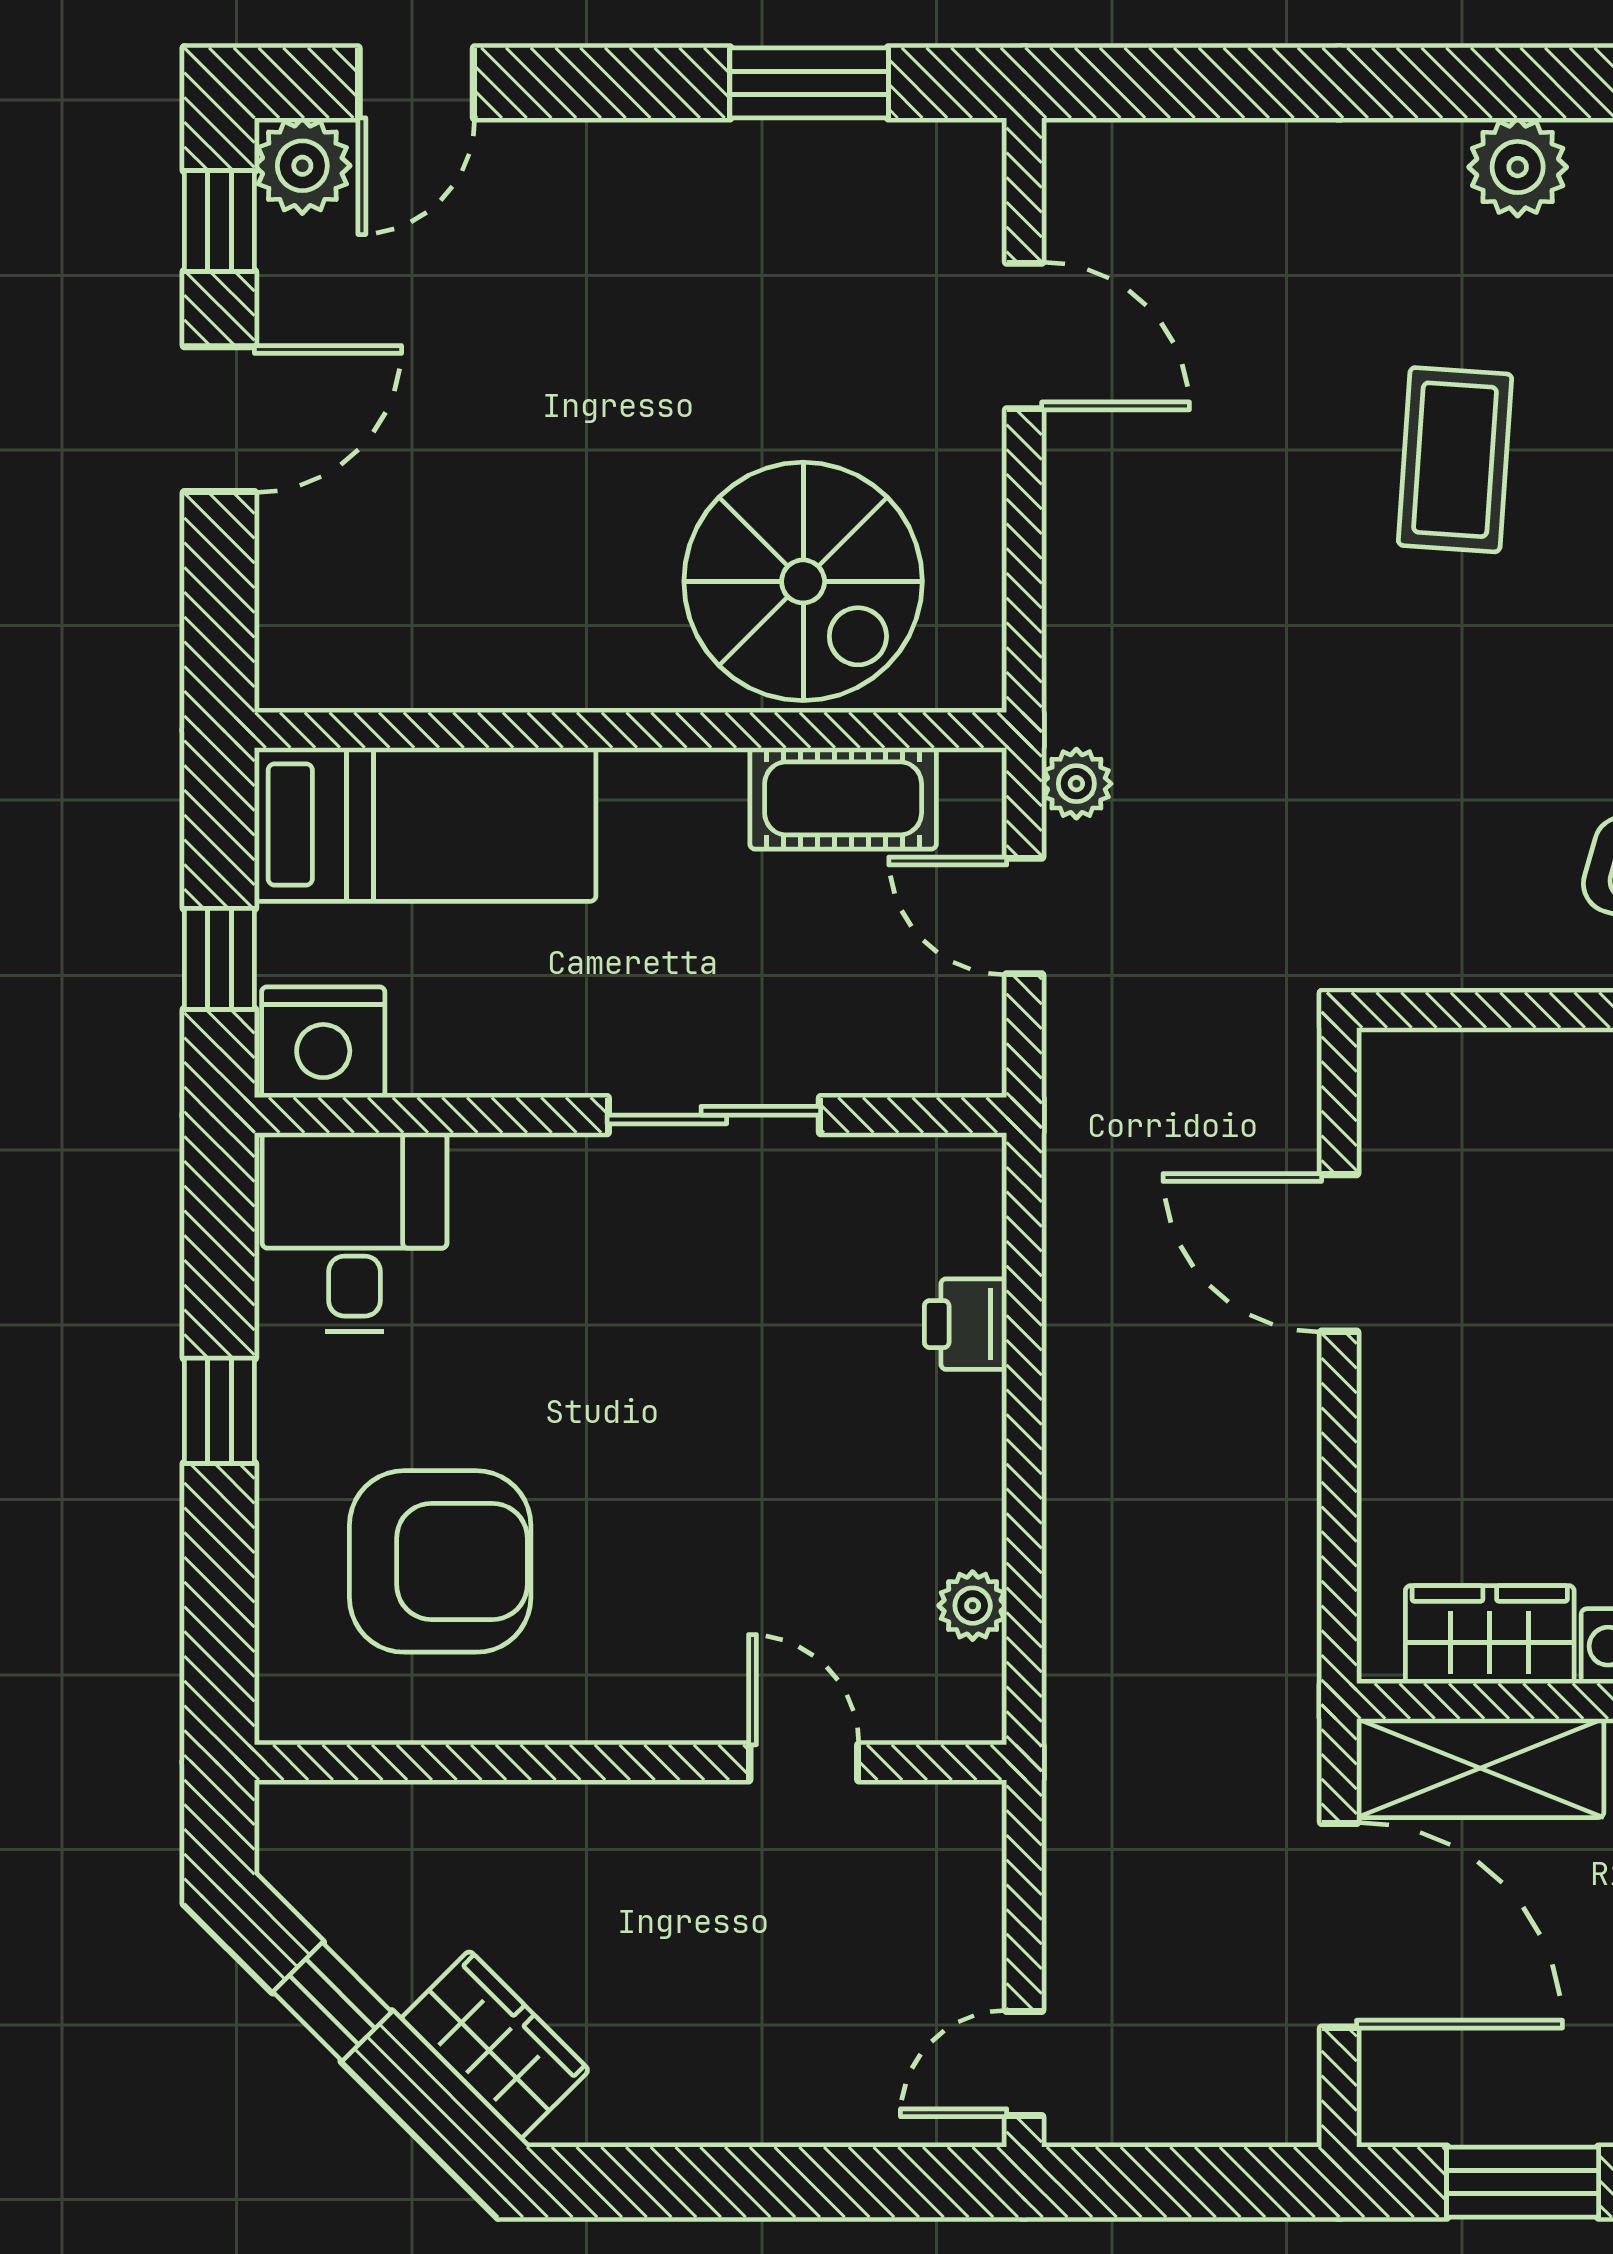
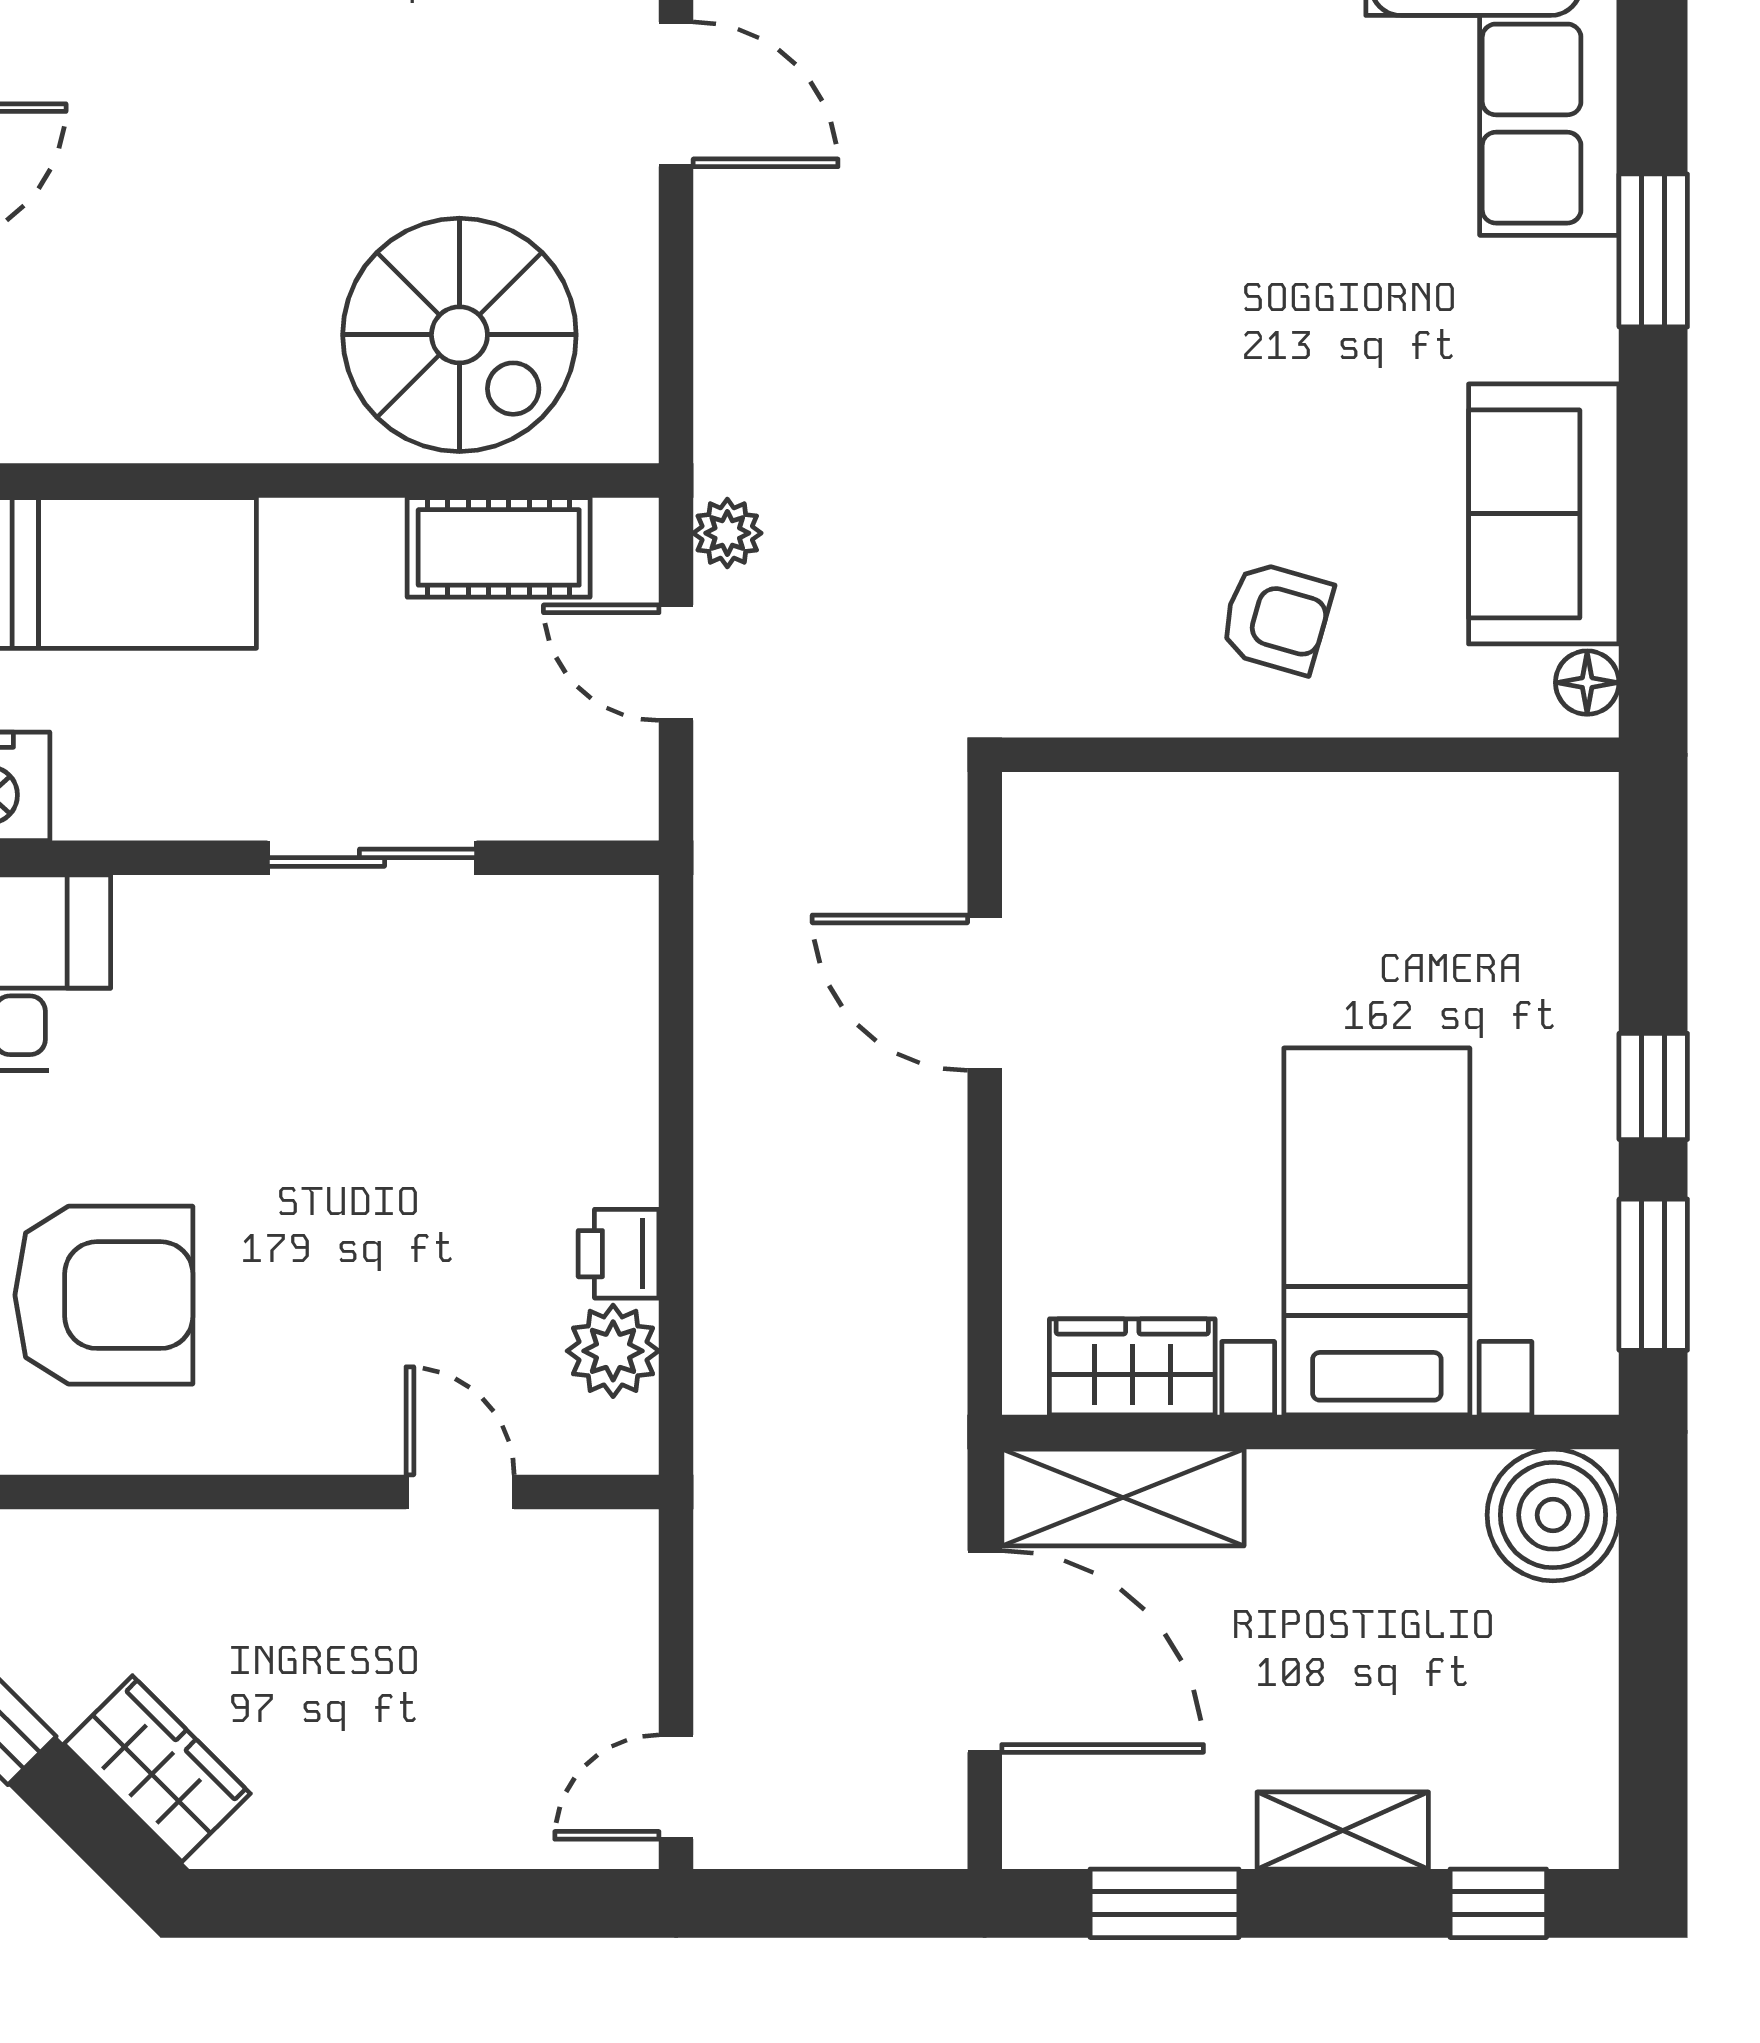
coffee table: (1455, 460) -> (1098, 216), removed
printer: (966, 1324) -> (619, 1254), moved
plant: (973, 1606) -> (613, 1351), width x1.38, depth x1.38

